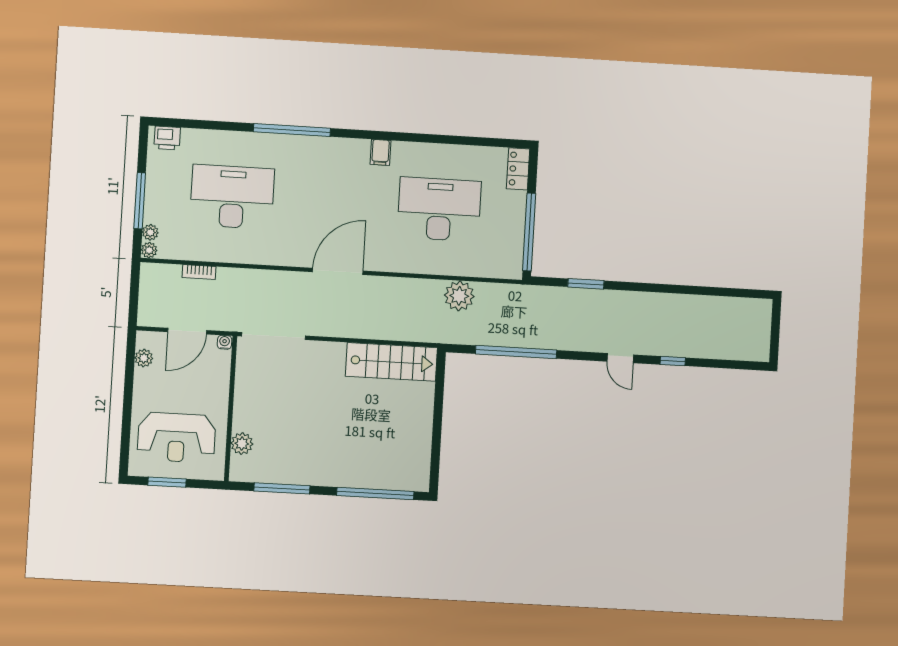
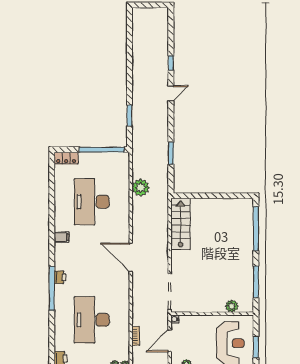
printer: (310, 146) -> (60, 277), added
door: (187, 331) -> (170, 341), swing flipped
window: (516, 352) -> (171, 153), width x0.47

